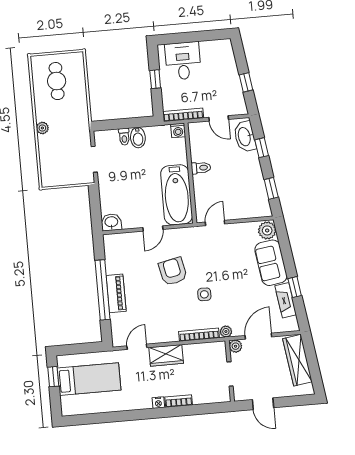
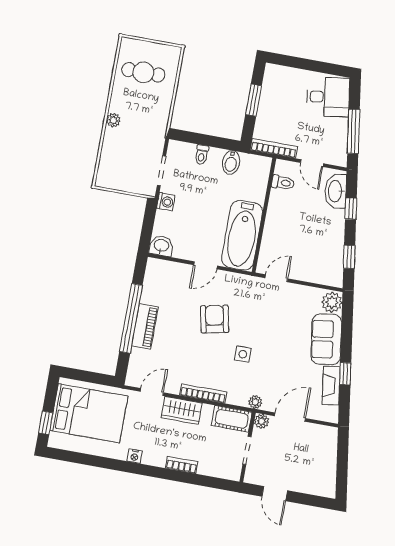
desk: (183, 61) -> (328, 97), moved, turned 82
window: (155, 79) -> (254, 100), width x1.50
cafe table: (57, 81) -> (143, 72), turned 90
window: (246, 82) -> (353, 131), width x2.17
washing machine: (178, 130) -> (166, 202), moved, turned -90
bidet: (138, 138) -> (231, 162), moved
toilet: (201, 168) -> (283, 183), moved
bookcase: (199, 335) -> (203, 393), moved
cot: (210, 351) -> (232, 419), added
wardrobe: (297, 360) -> (326, 456), removed
window: (53, 377) -> (46, 423), moved
bed: (89, 379) -> (89, 413), width x1.50
nightstand: (158, 403) -> (135, 456), moved

